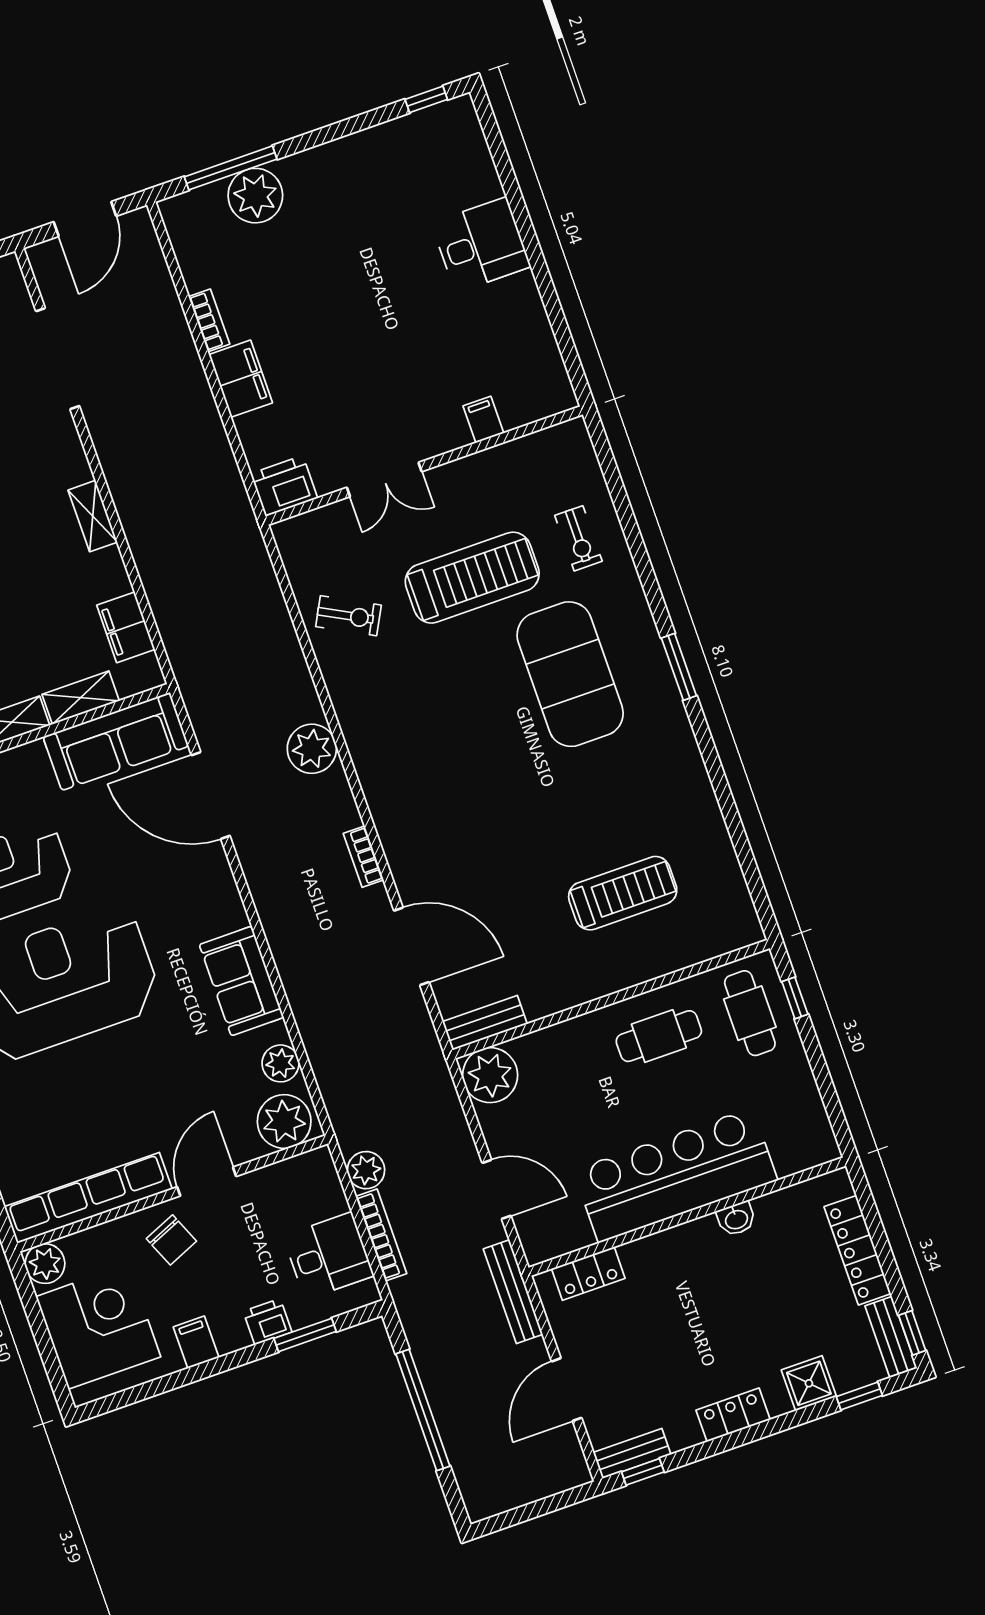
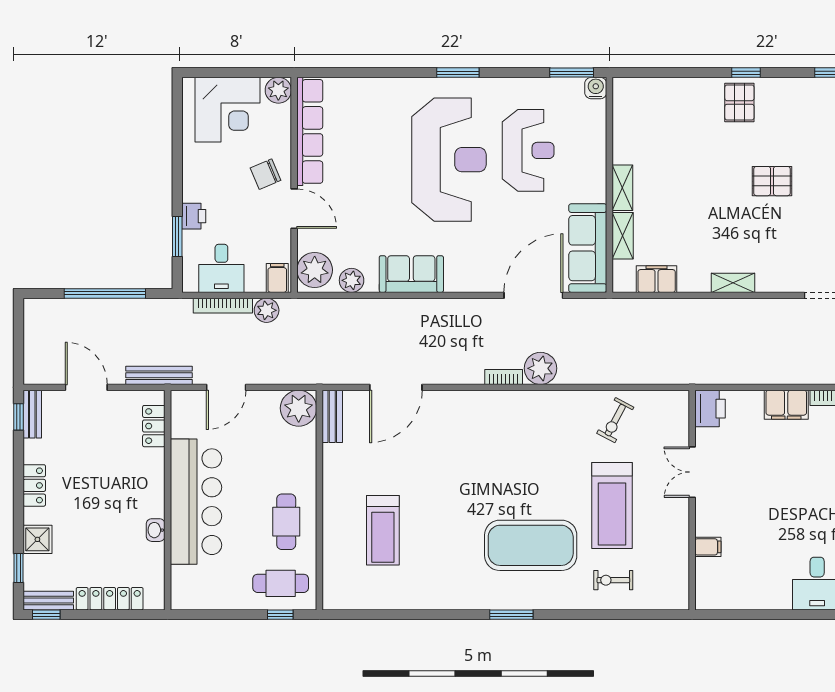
bookcase: (363, 857) -> (504, 377), moved
filing cabinet: (196, 1342) -> (277, 278), moved, turned -90

